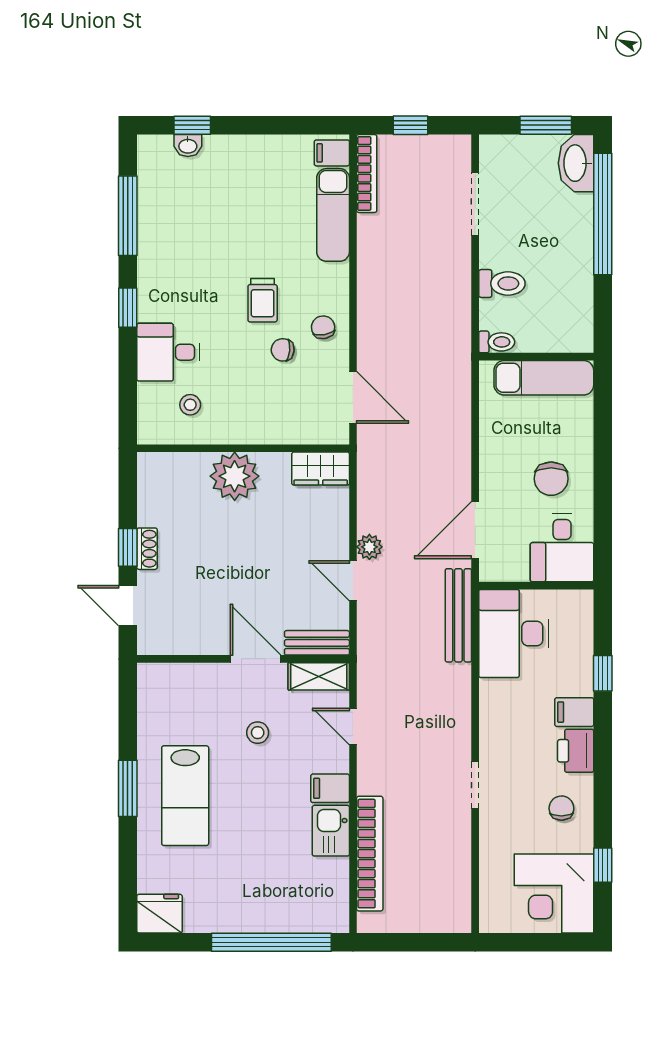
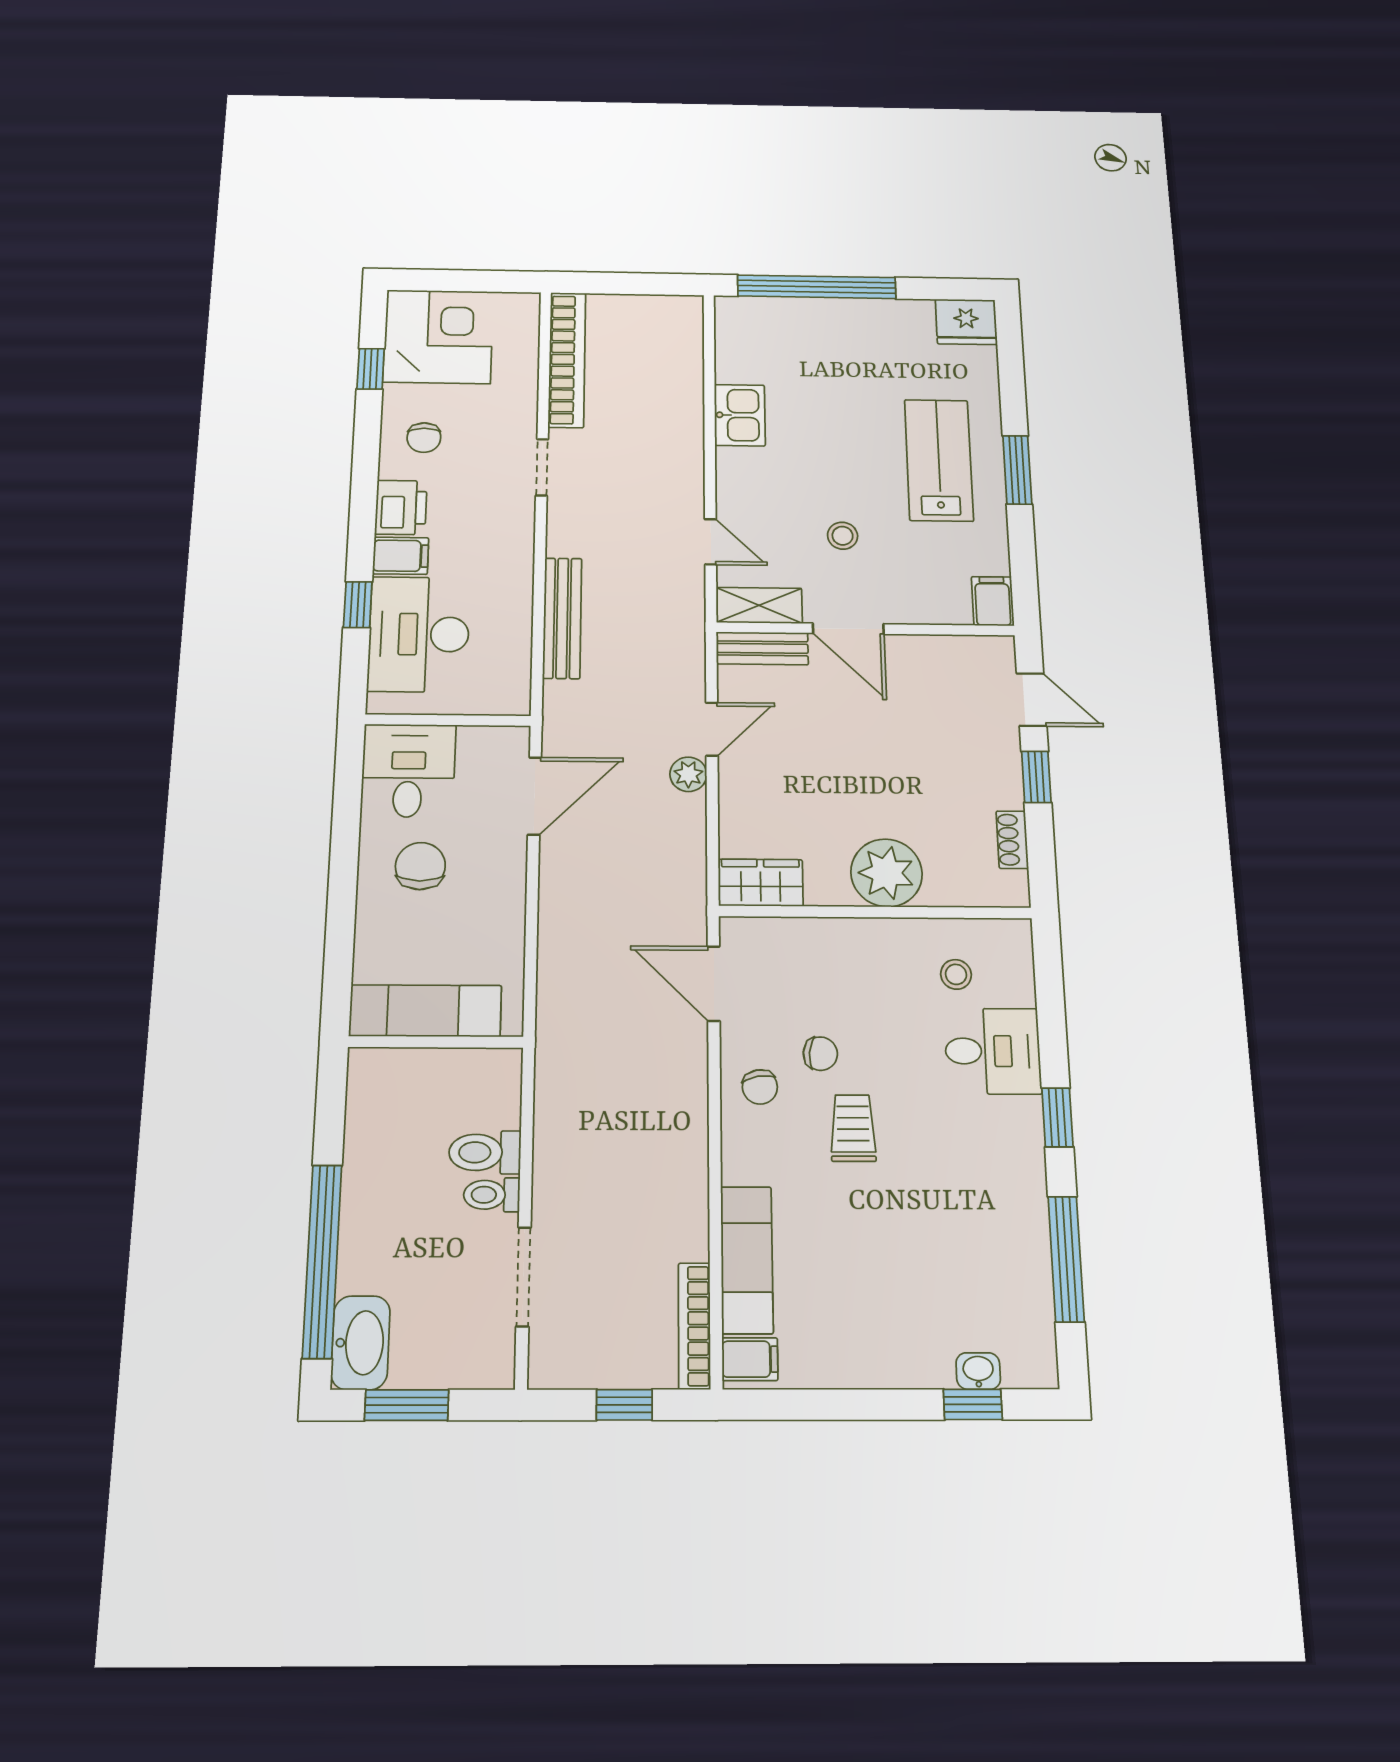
toilet: (497, 342) -> (492, 1195), moved
shoe rack: (147, 549) -> (1012, 840), moved
door: (353, 581) -> (712, 729), hinge flipped
bench: (458, 615) -> (562, 618), moved
desk: (514, 633) -> (419, 634), moved, turned 180
filing cabinet: (330, 788) -> (993, 601), moved, turned -90
bookcase: (370, 854) -> (567, 359), moved, turned 180

